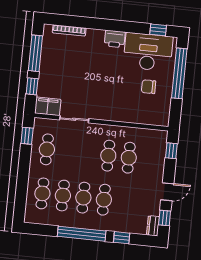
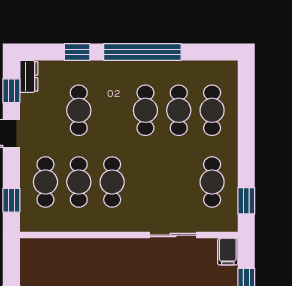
filing cabinet: (48, 106) -> (228, 252), width x0.50
cafe table: (149, 160) -> (45, 182), added
cafe table: (104, 200) -> (79, 110), moved

